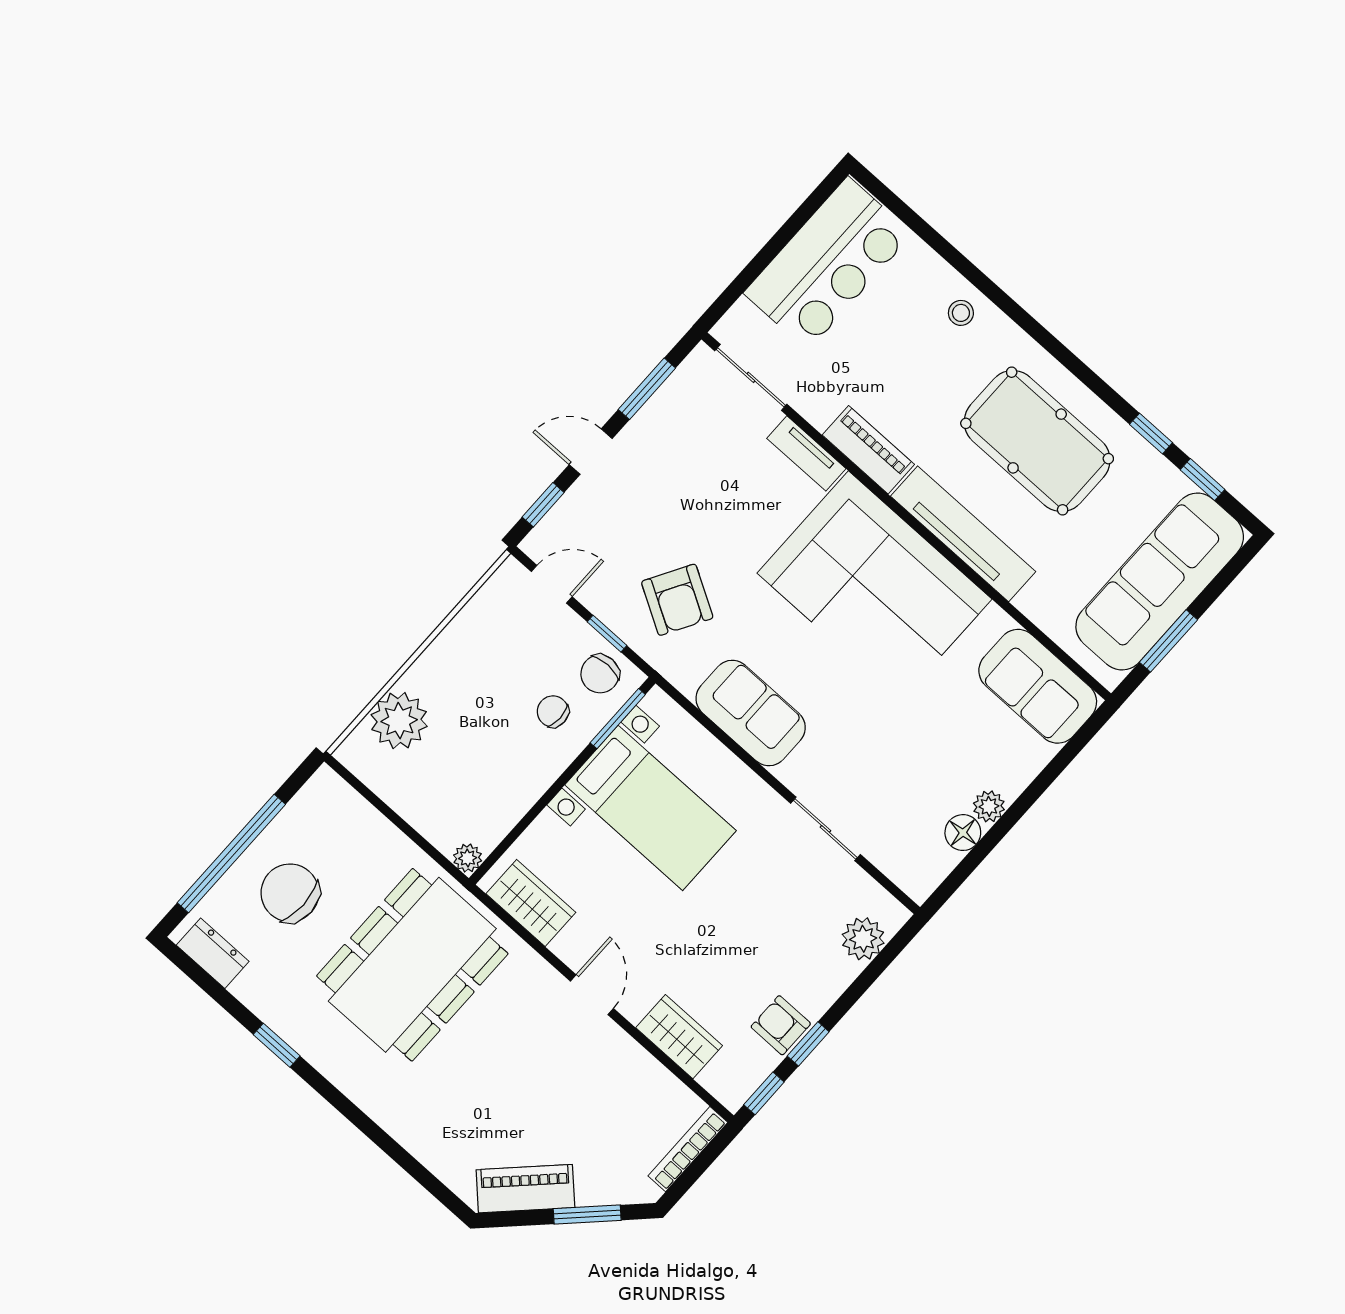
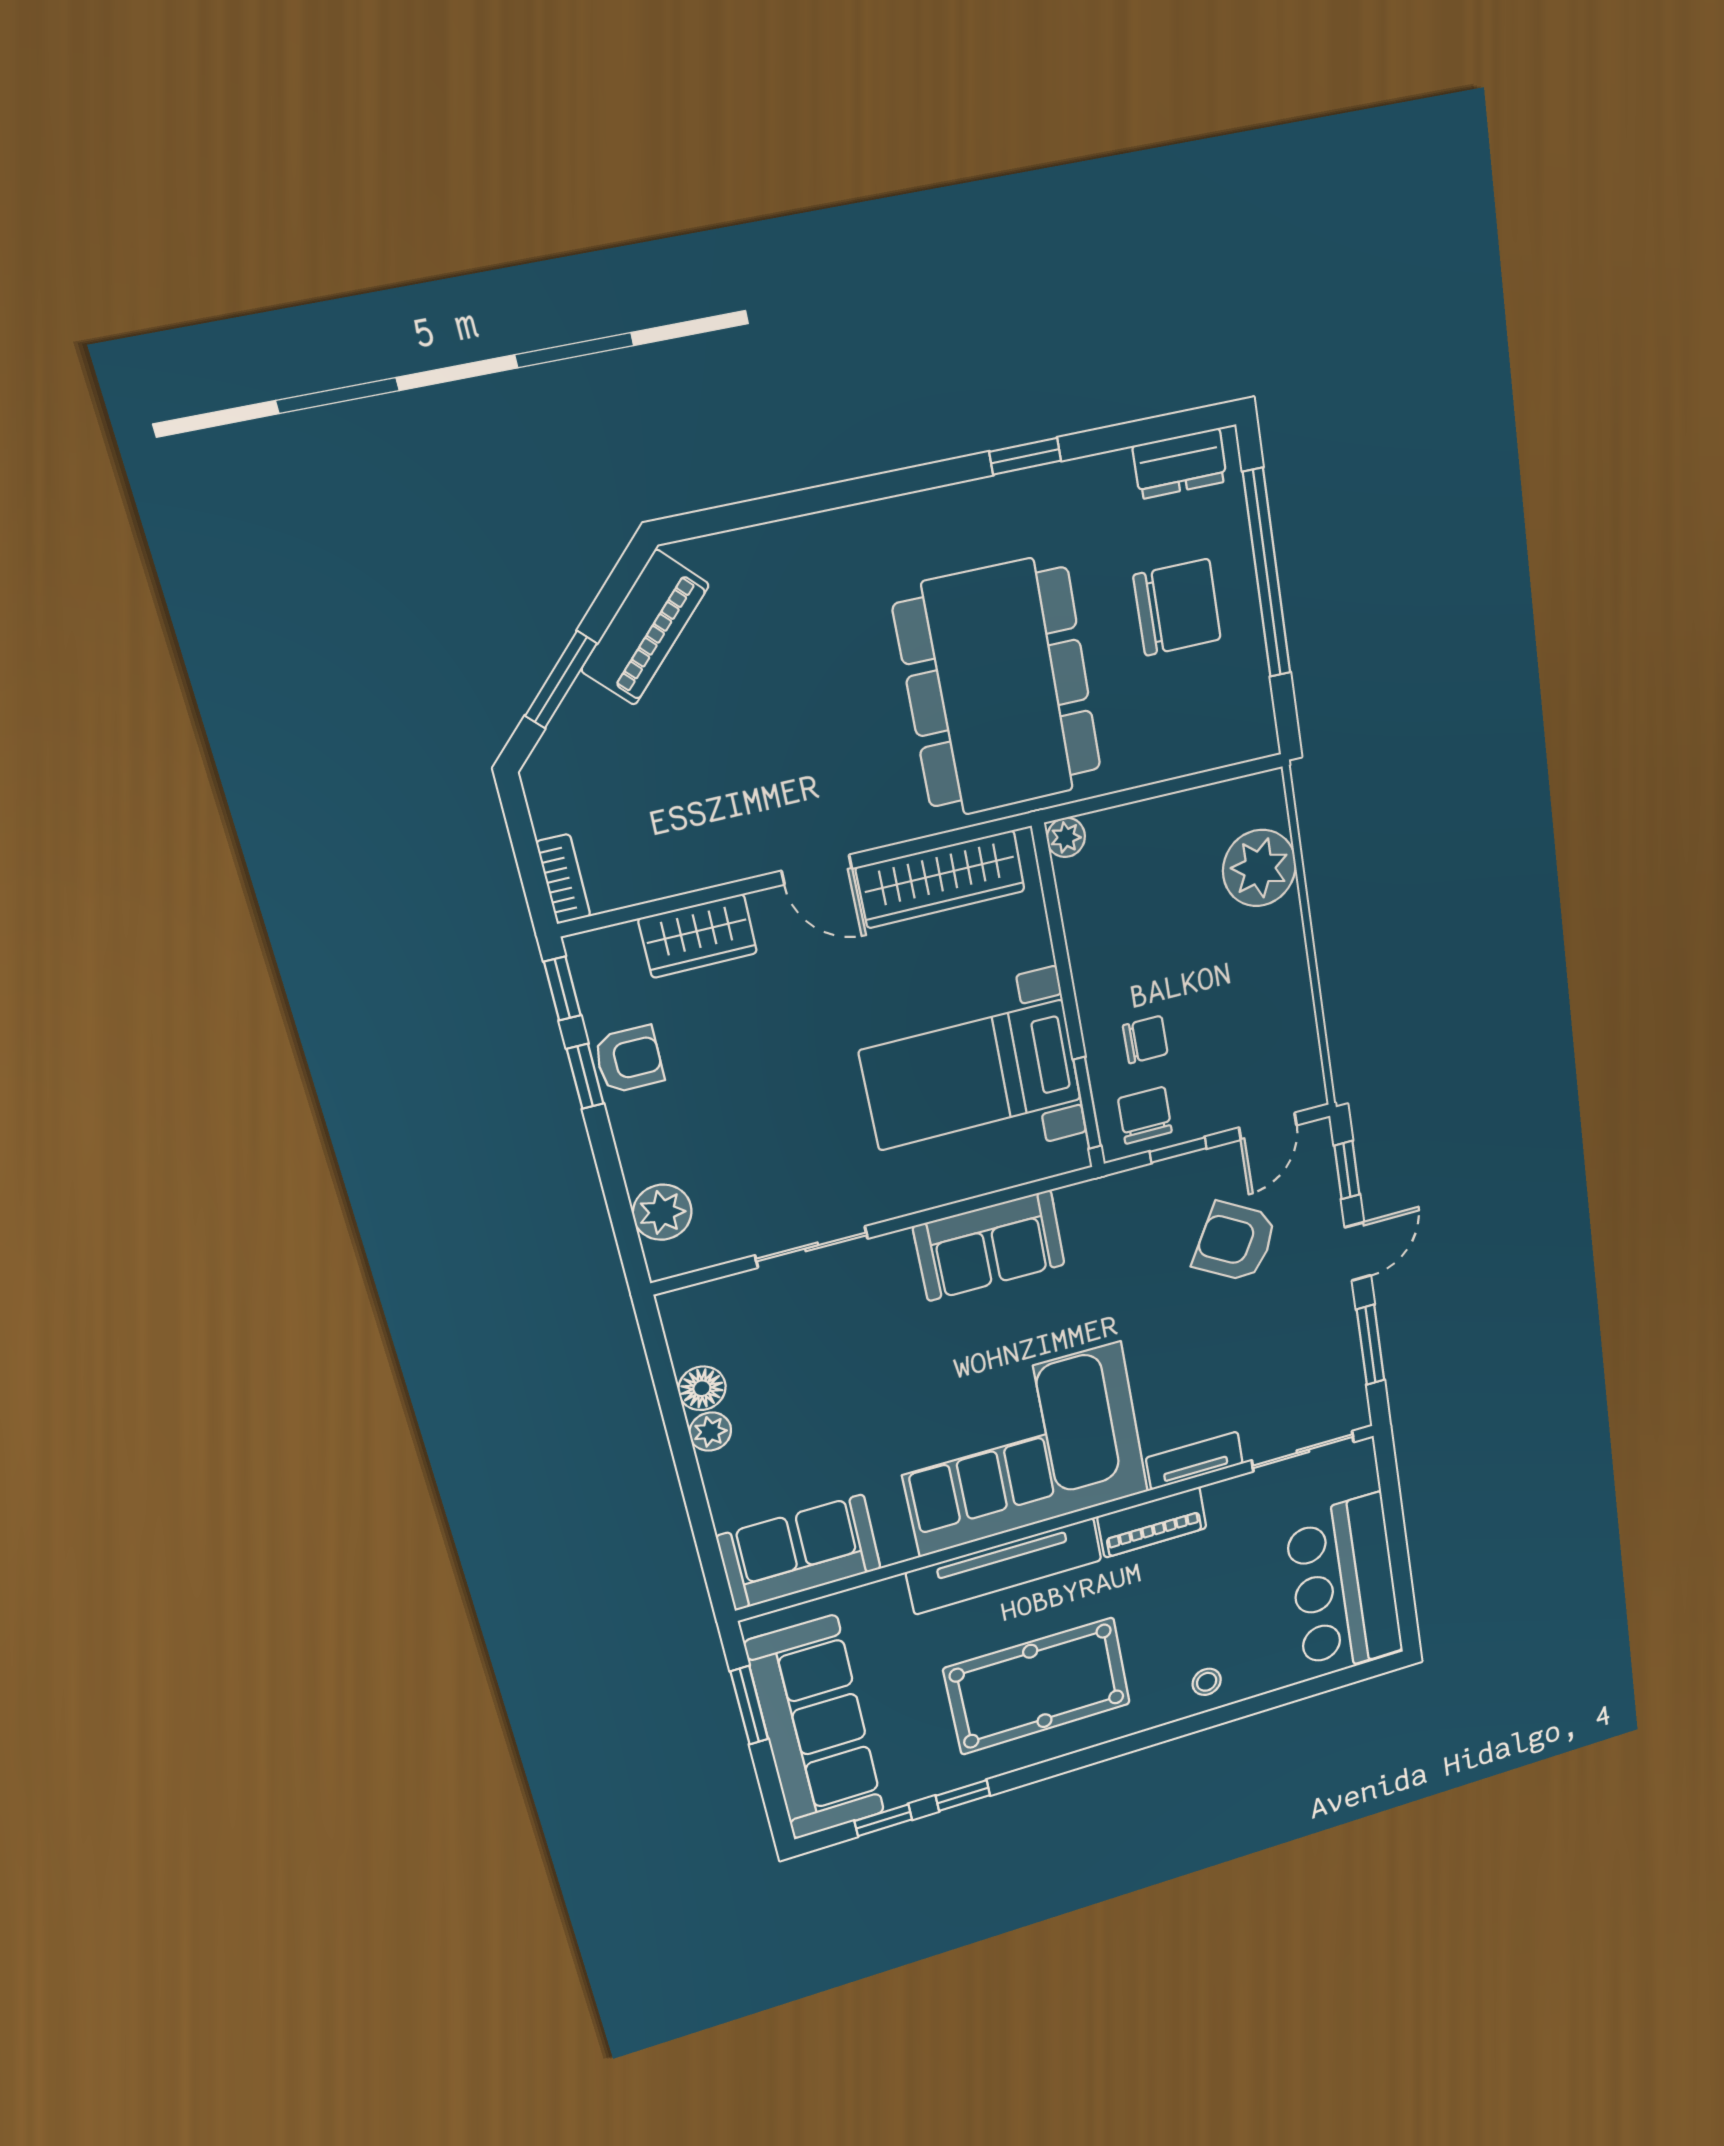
armchair: (677, 600) -> (1235, 1242), moved
wardrobe: (531, 903) -> (941, 879), width x1.50
bookcase: (688, 1149) -> (563, 879), width x0.64

